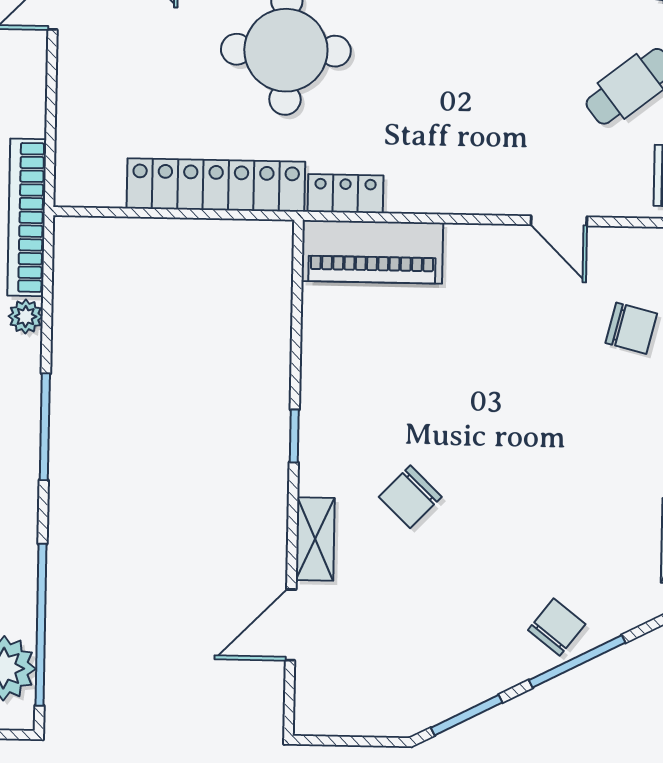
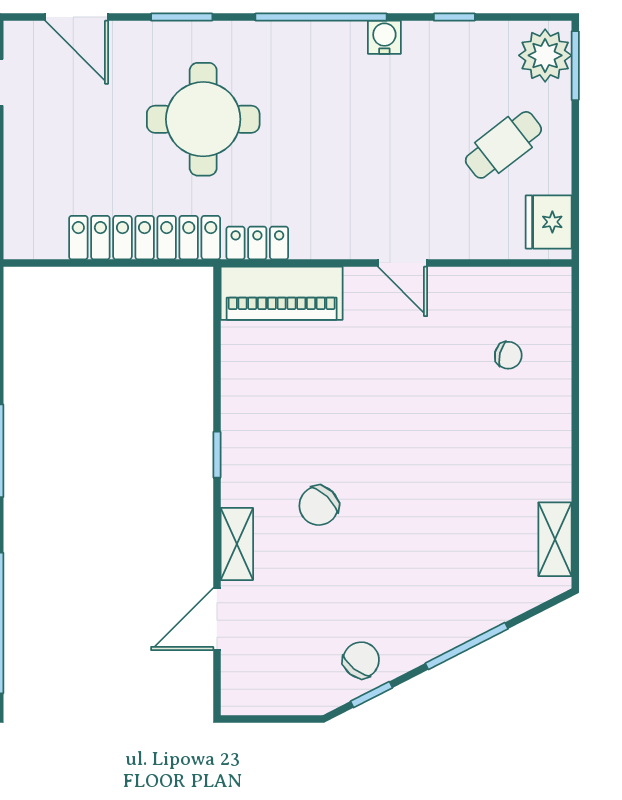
door: (559, 221) -> (403, 263), moved
chair: (631, 328) -> (508, 355), width x0.73, depth x0.73
chair: (557, 627) -> (361, 660), moved
window: (467, 715) -> (371, 695), width x0.67

